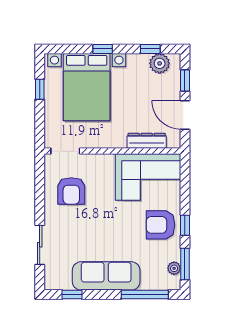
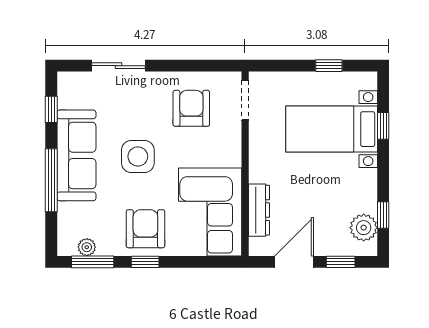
window: (103, 49) -> (383, 126), moved
bed with nightstands: (87, 87) -> (332, 129), width x0.73
armchair: (71, 191) -> (191, 108), turned 90
side table: (107, 231) -> (138, 156), added
window: (145, 295) -> (51, 180), moved

